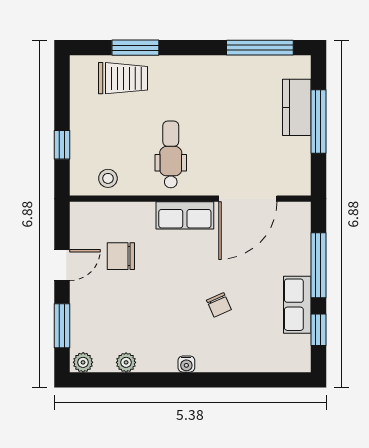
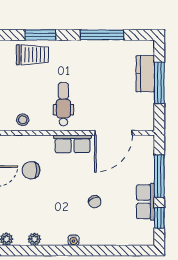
window: (260, 48) -> (102, 35), moved

